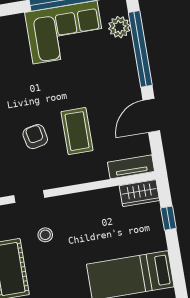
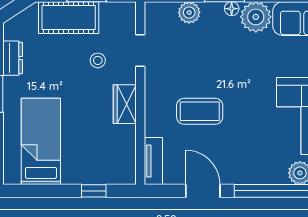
armchair: (35, 137) -> (201, 67), removed
wardrobe: (139, 193) -> (125, 104), moved

